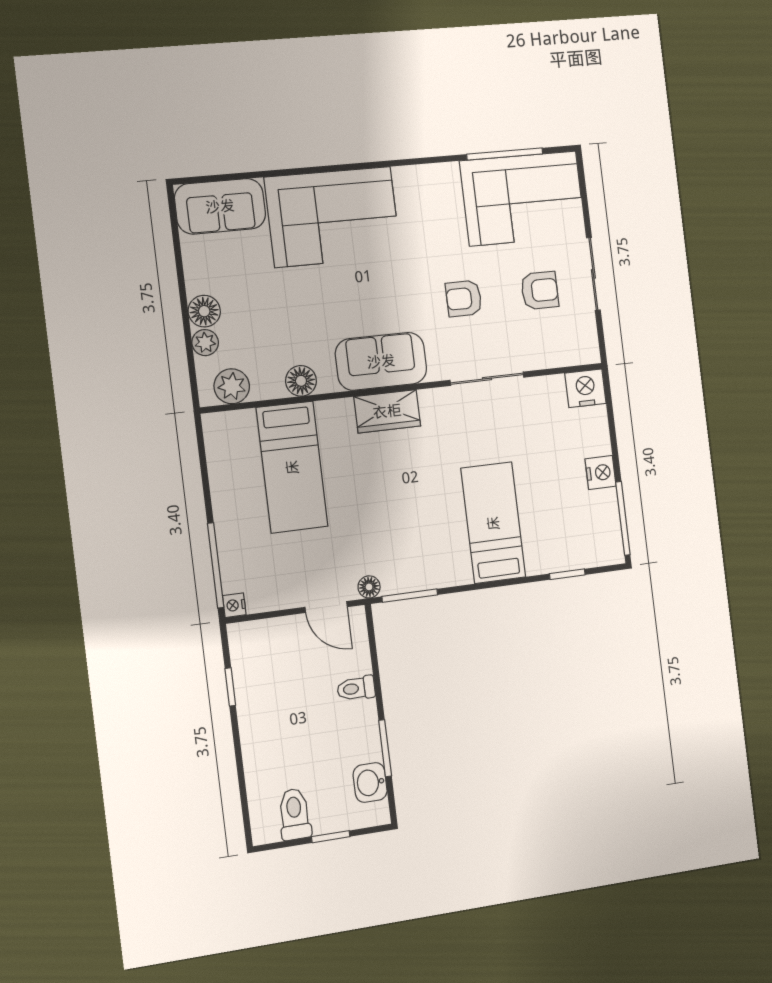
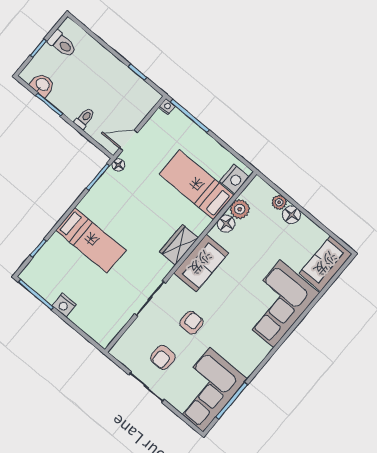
plant: (232, 386) -> (240, 209), moved
nightstand: (585, 388) -> (234, 179), moved

